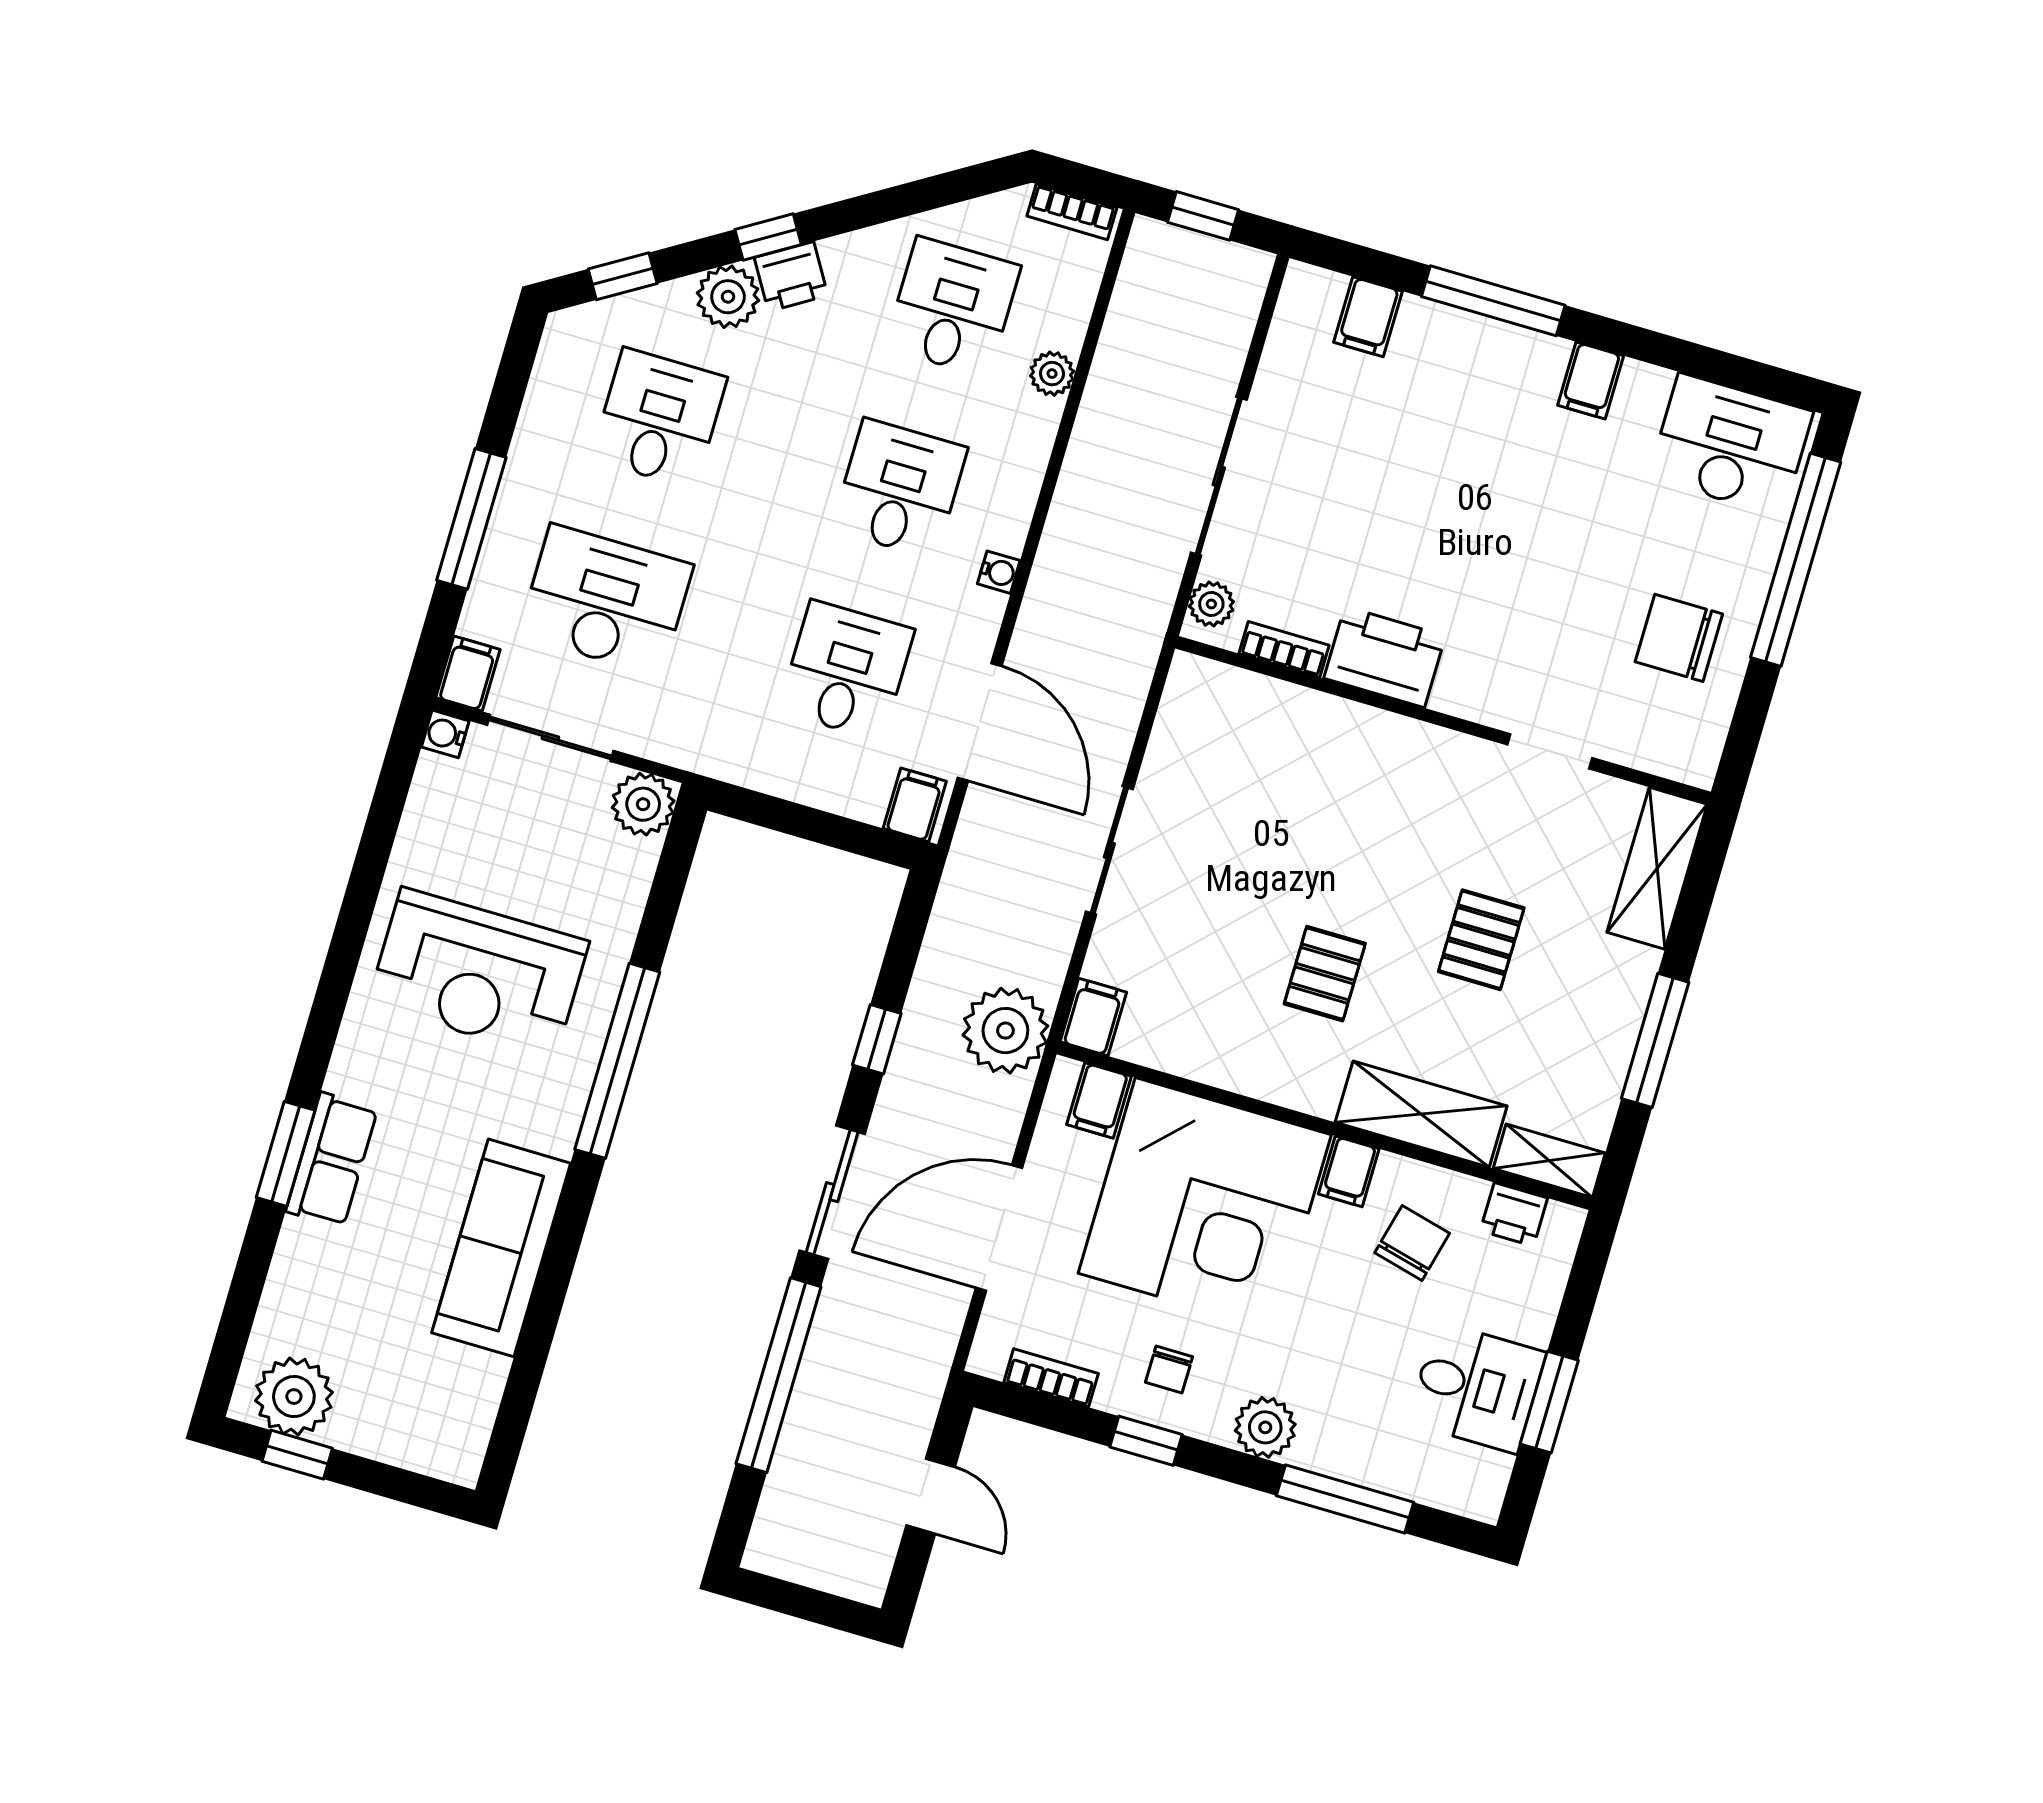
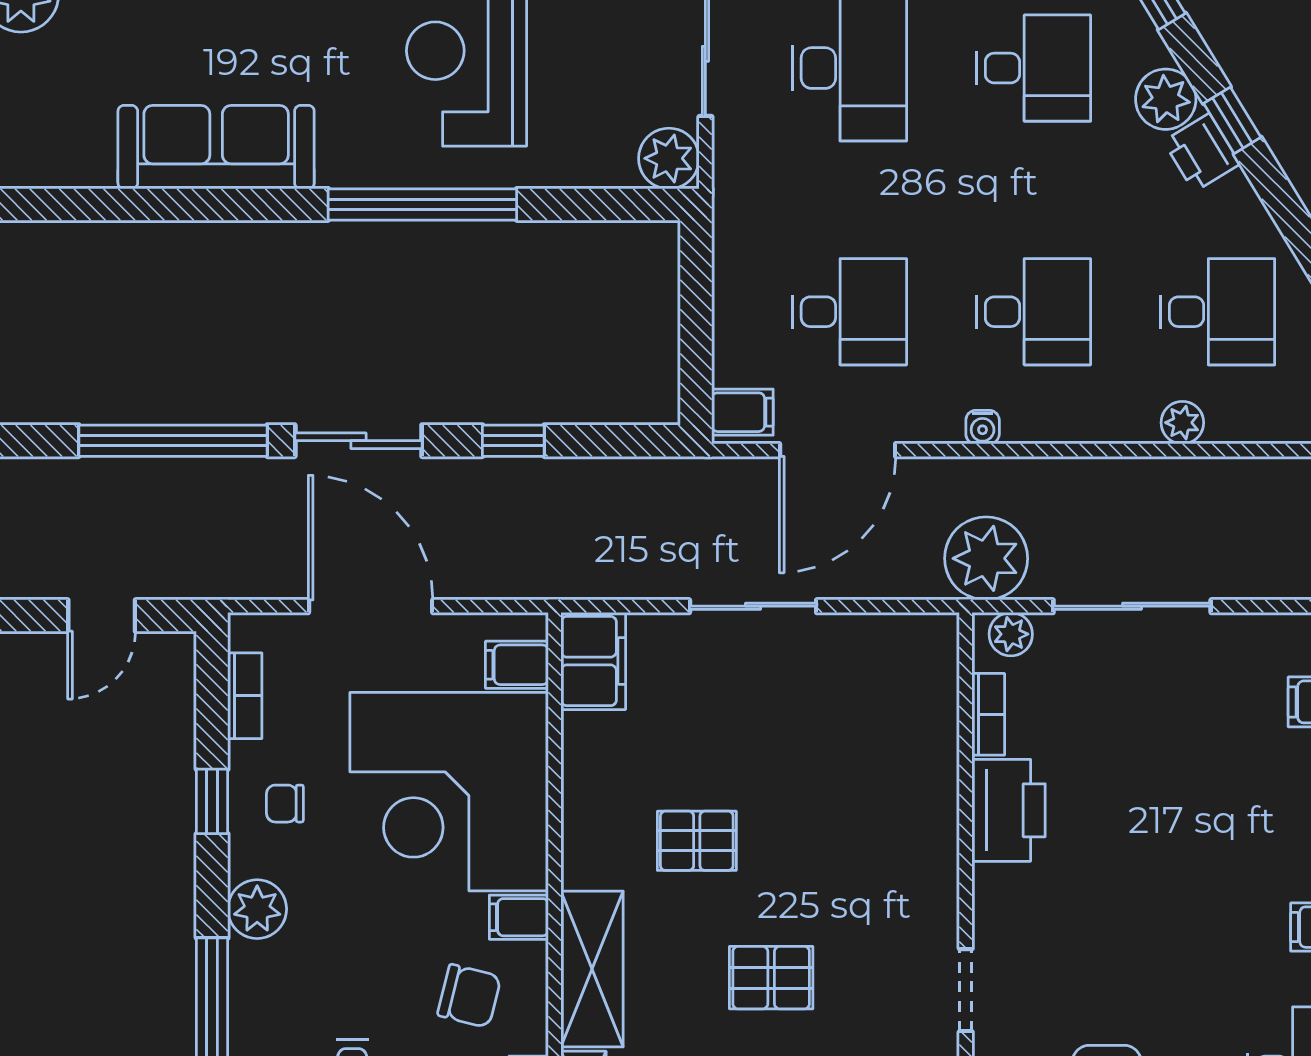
filing cabinet: (1093, 1017) -> (593, 661), width x2.00
plant: (1005, 1031) -> (986, 558), moved

